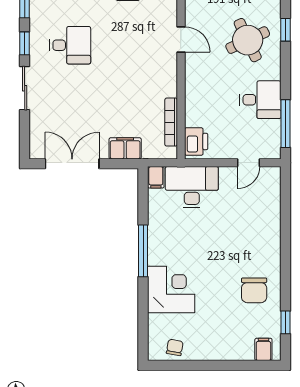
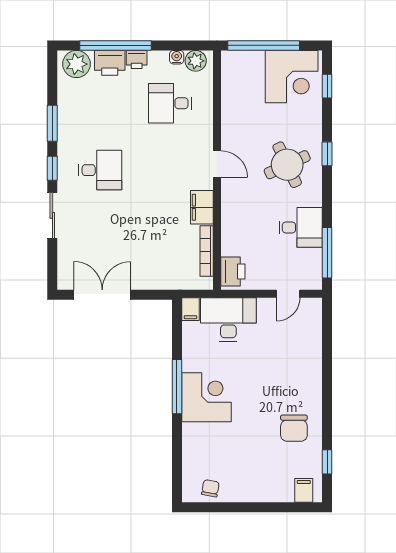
filing cabinet: (125, 148) -> (202, 207), moved, turned -90
corner desk: (171, 290) -> (207, 397), moved

